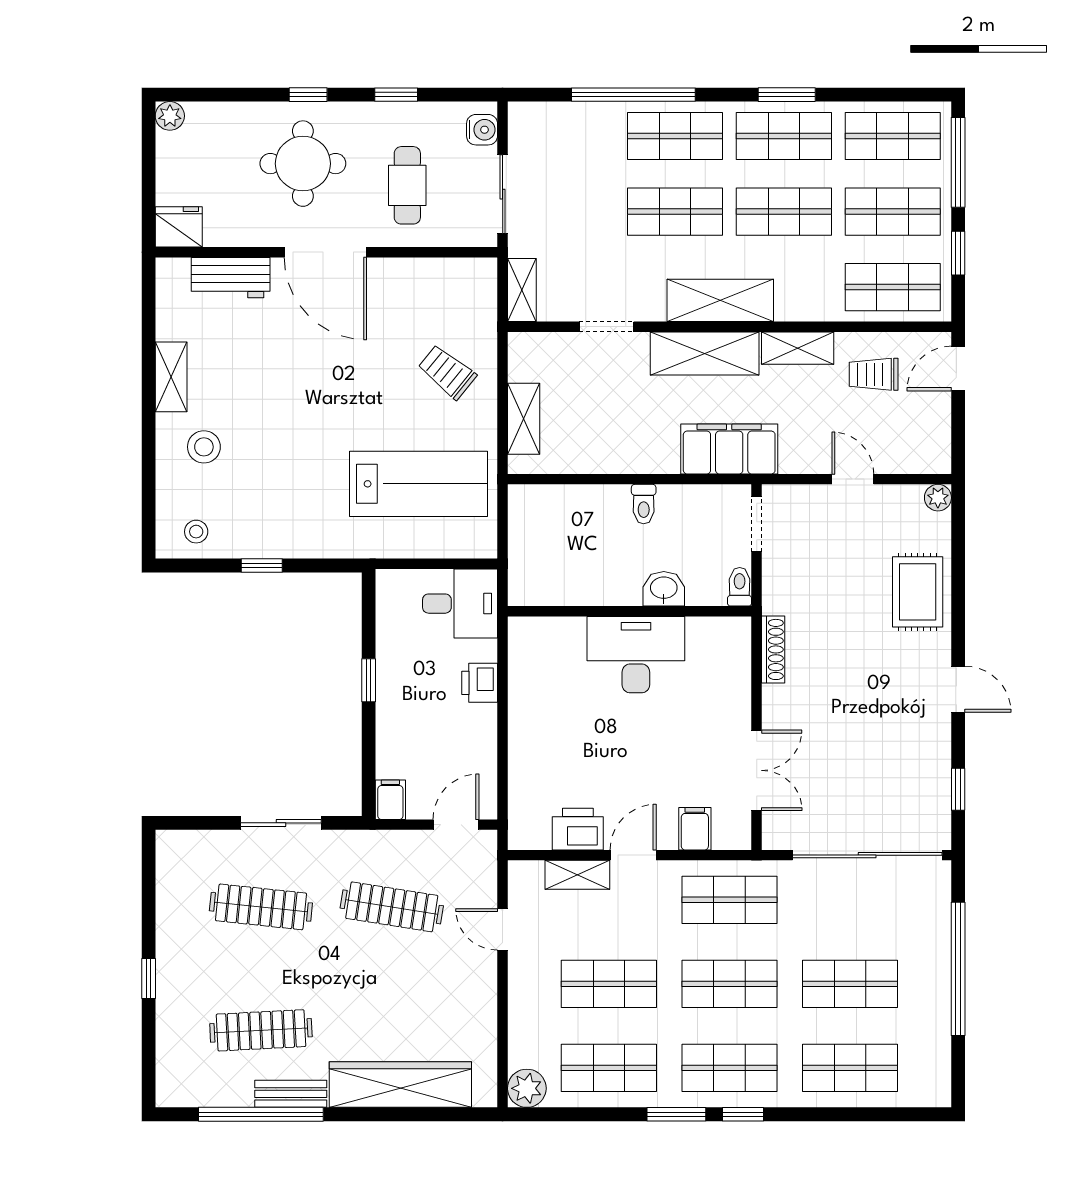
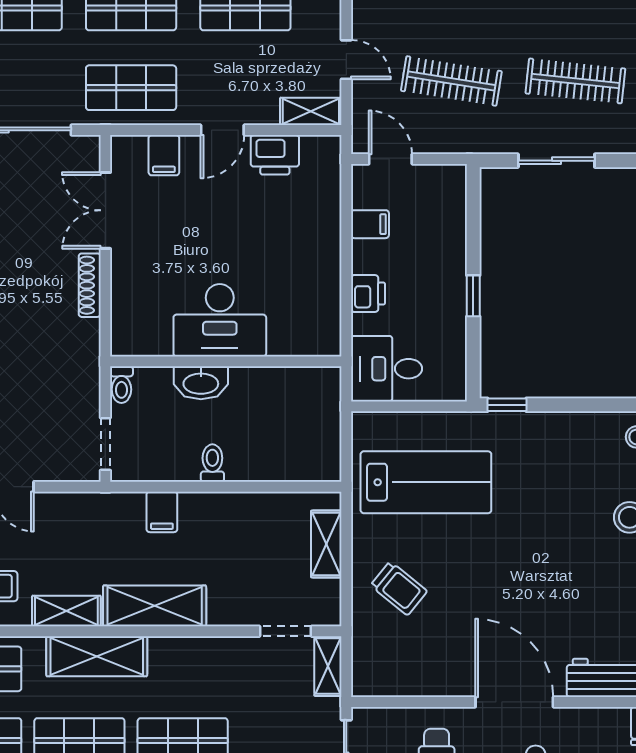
shelving: (720, 300) -> (97, 656), moved
doorway: (607, 327) -> (285, 631), moved
filing cabinet: (729, 449) -> (162, 512), width x0.33, depth x0.86
lab bench: (419, 484) -> (426, 482), turned 180
window: (262, 566) -> (507, 405), moved
washbasin: (664, 589) -> (201, 383), width x1.38
shoe rack: (773, 649) -> (90, 285), moved
filing cabinet: (390, 800) -> (370, 224), moved, turned -90
door: (456, 825) -> (390, 159), swing flipped
shelving: (577, 875) -> (311, 111), moved

